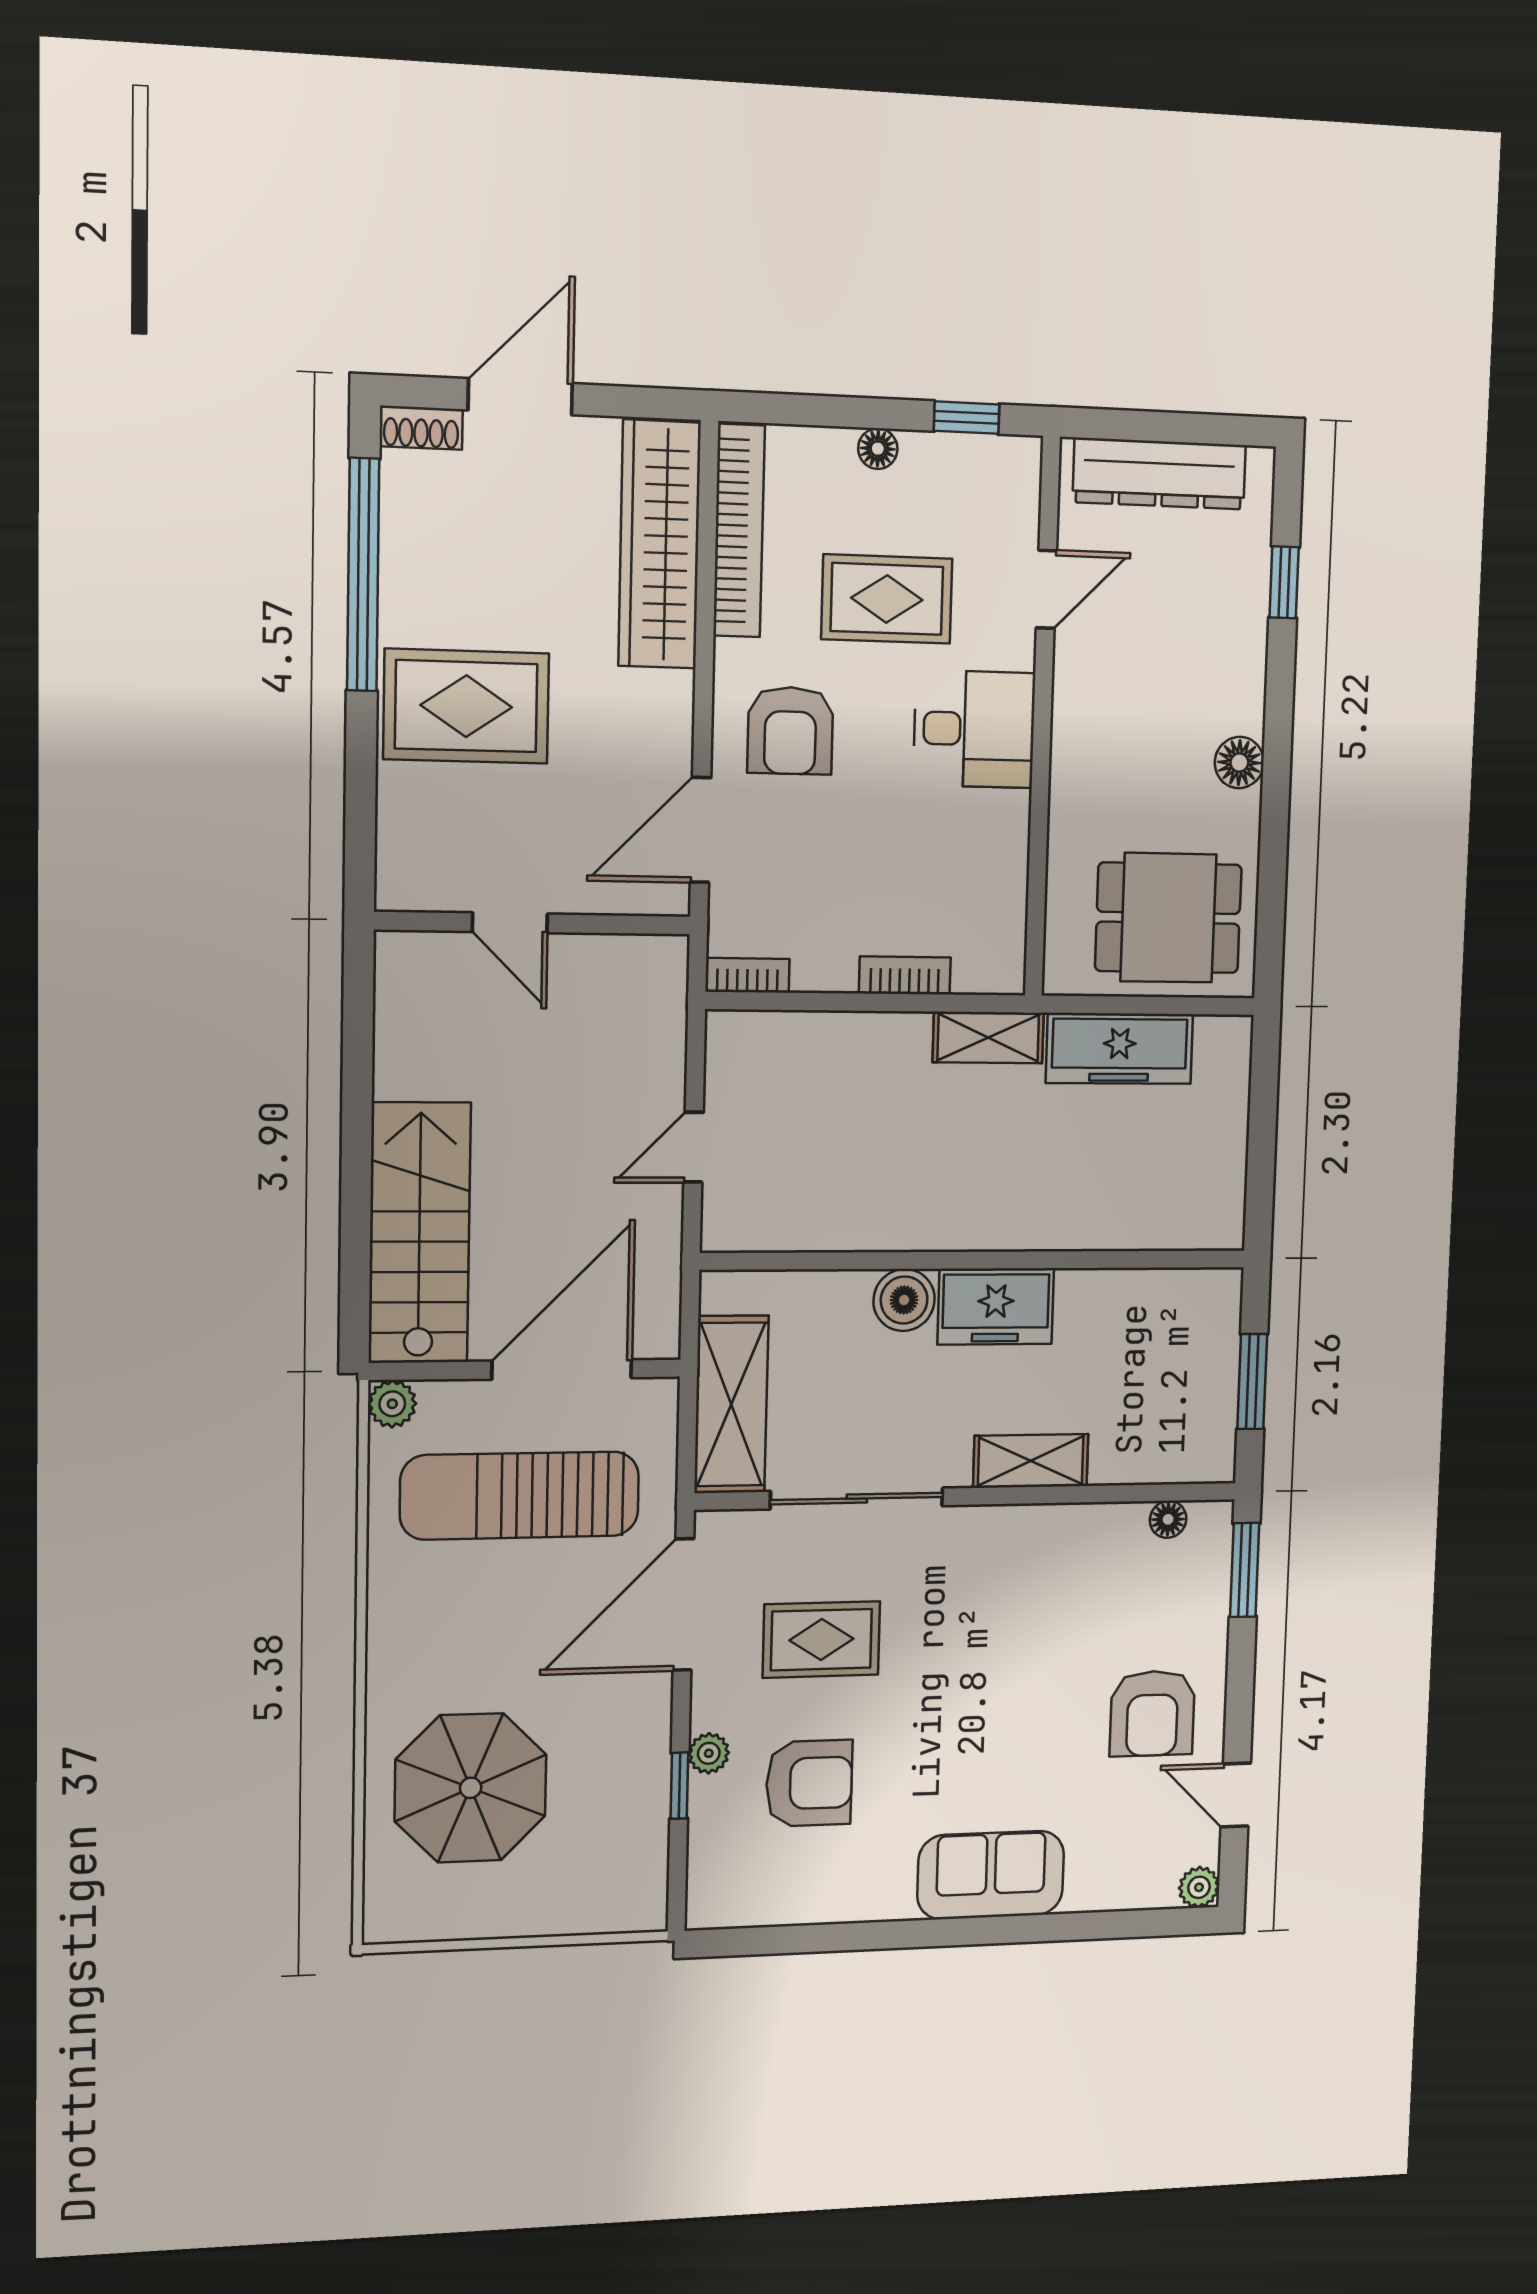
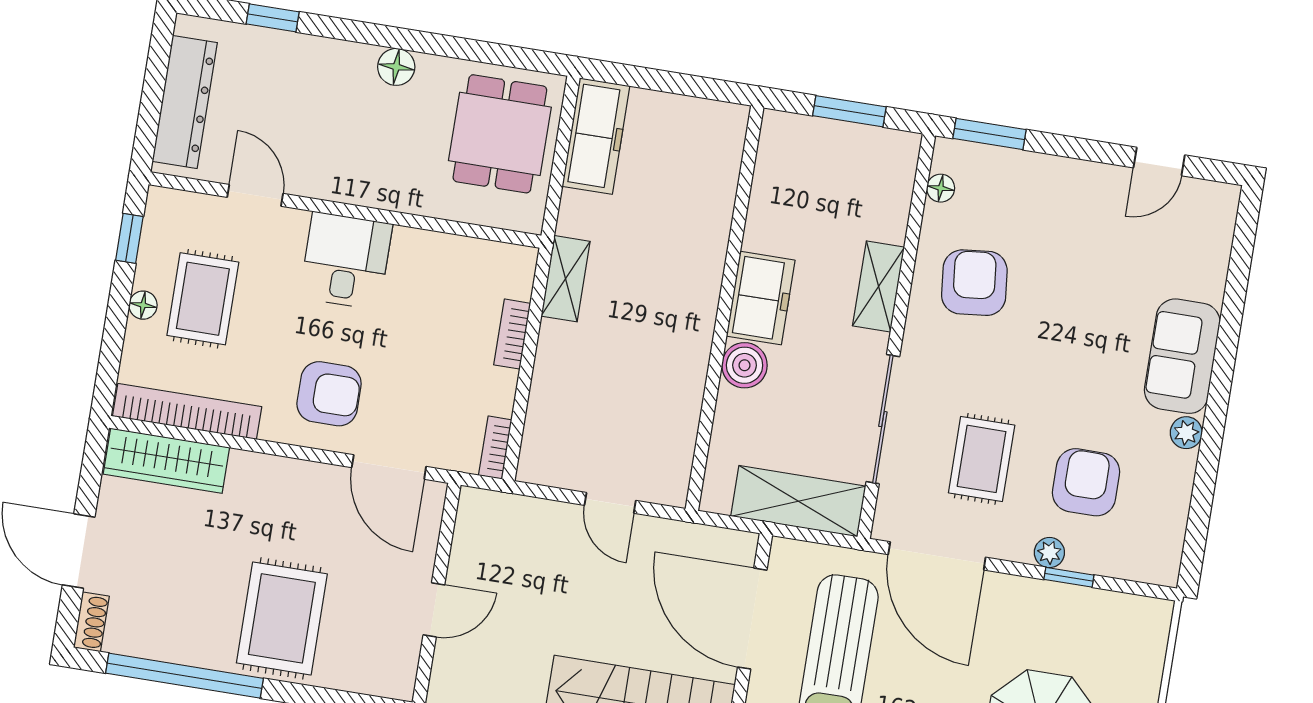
wardrobe: (660, 544) -> (166, 461), width x0.71, depth x0.85
rug: (887, 599) -> (203, 299), moved
freezer: (1120, 1048) -> (596, 136), moved
armchair: (1152, 1713) -> (974, 283), moved, turned -96
plant: (1199, 1887) -> (1186, 433), moved

